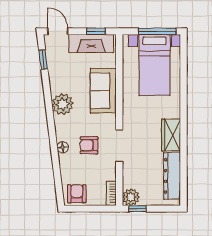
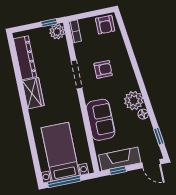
floor lamp: (63, 147) -> (143, 114), moved

